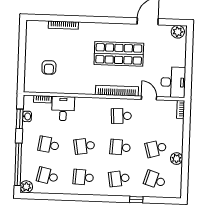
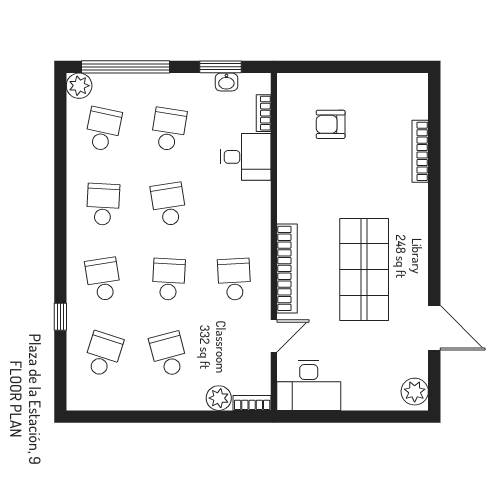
plant: (177, 159) -> (219, 398), moved

